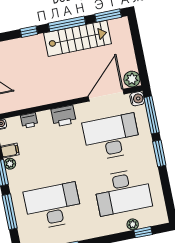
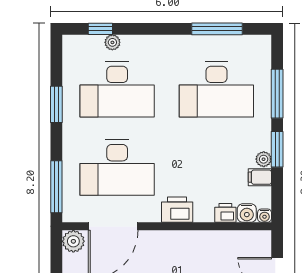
water cooler: (137, 99) -> (247, 213), moved, turned -90
window: (159, 153) -> (56, 104), moved
desk: (123, 192) -> (117, 89), turned 180

